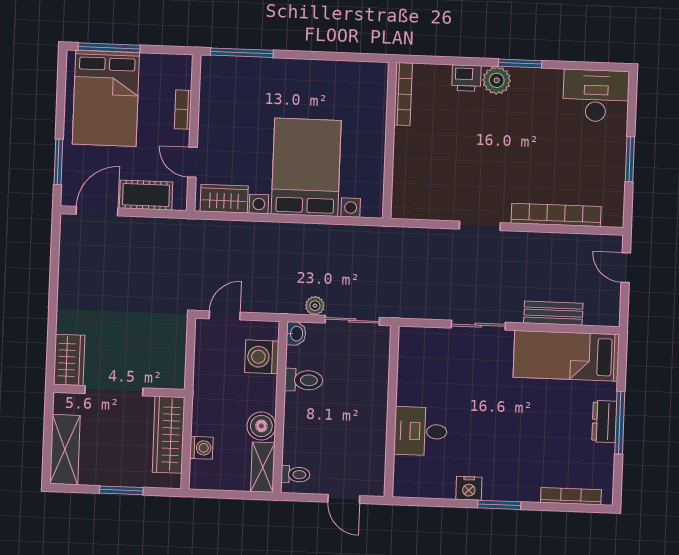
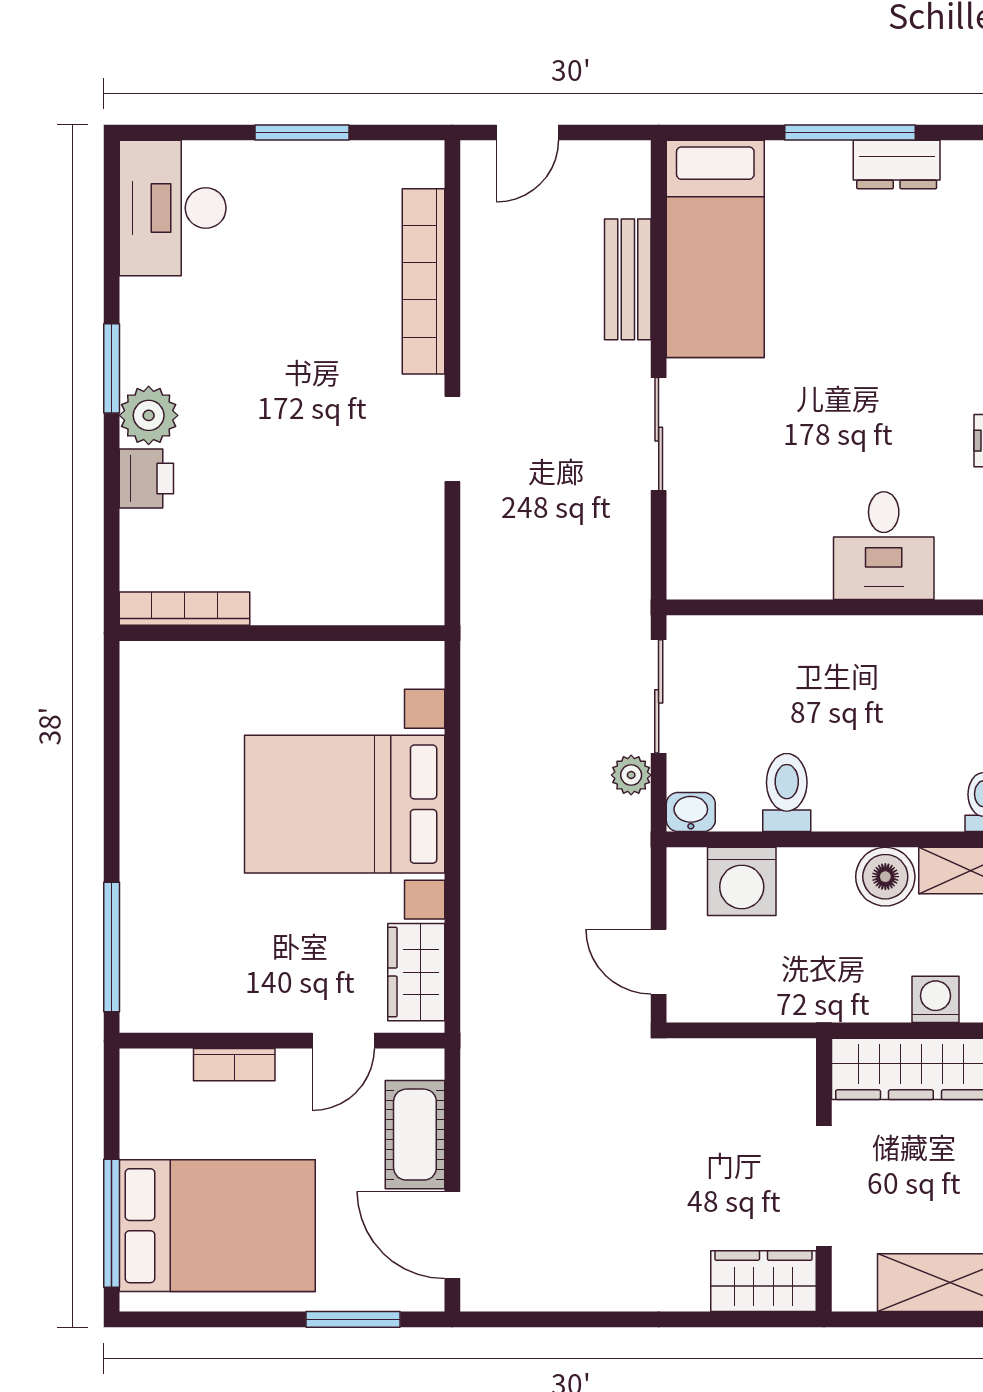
dresser: (604, 422) -> (897, 165), moved

